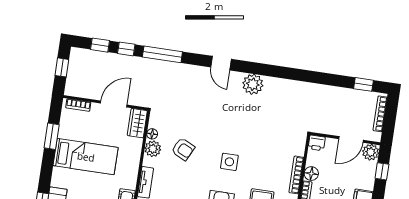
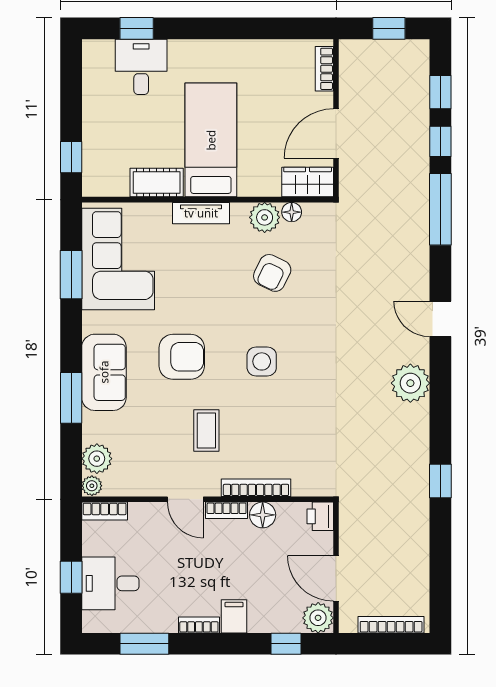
door: (221, 63) -> (440, 319), hinge flipped
window: (364, 84) -> (440, 481), moved
door: (114, 104) -> (336, 134), swing flipped
window: (52, 136) -> (260, 28), removed
bed: (86, 157) -> (211, 140), moved, turned 180

